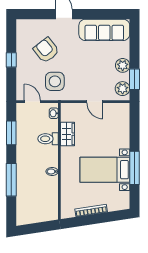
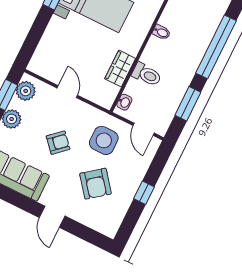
armchair: (84, 65) -> (58, 143), added
window: (11, 180) -> (216, 47), width x1.46

